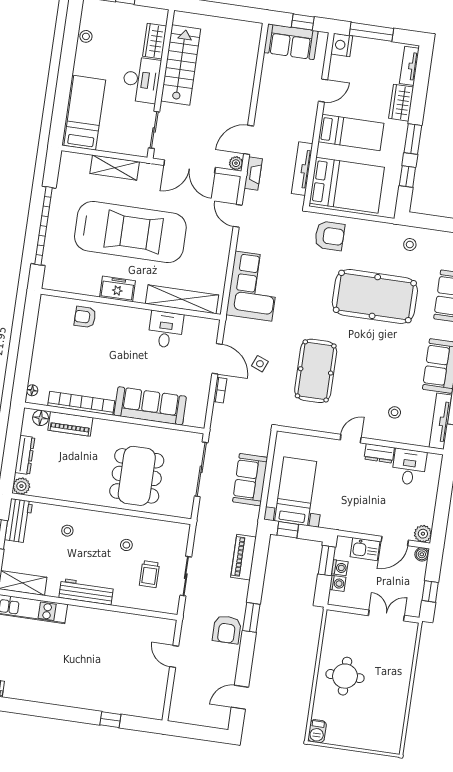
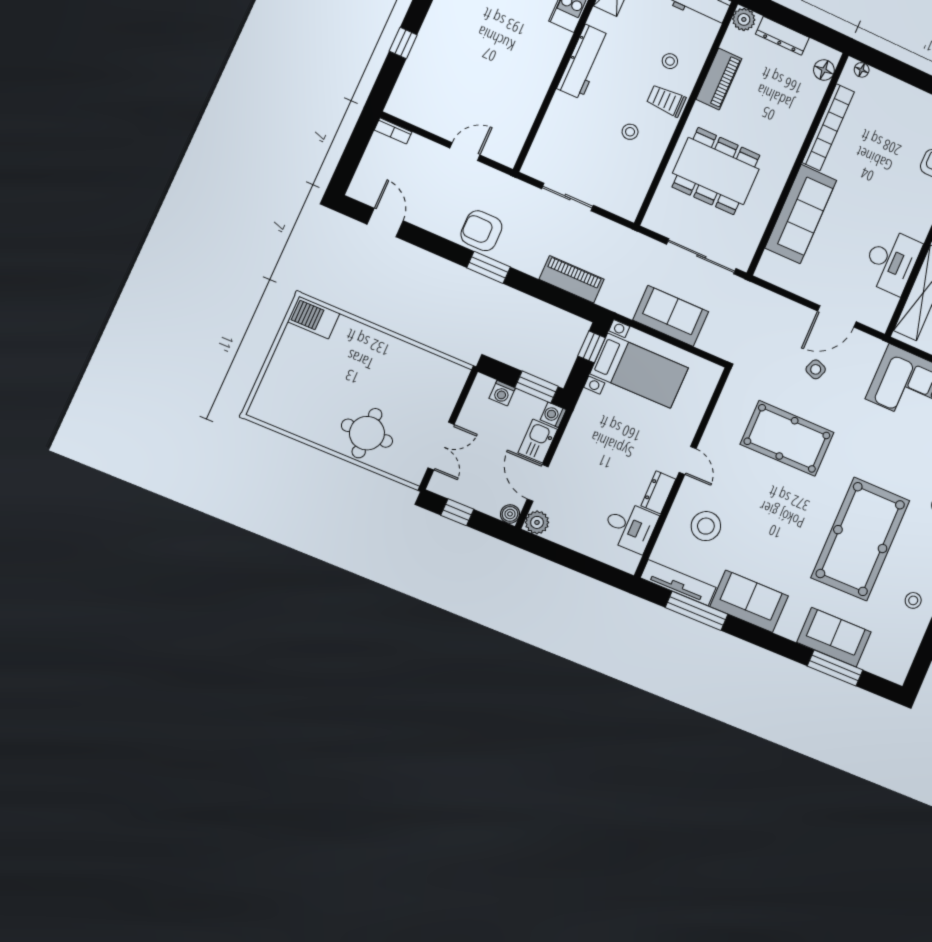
desk: (166, 330) -> (891, 261), width x1.37
bookcase: (220, 390) -> (393, 131), moved
stool: (395, 412) -> (706, 526), width x1.89, depth x1.89
piano: (70, 424) -> (719, 79), moved, turned 180
washing machine: (340, 568) -> (553, 415), moved, turned 90
trolley: (149, 574) -> (666, 101), moved
round table: (345, 676) -> (367, 433), moved
barbecue: (317, 731) -> (314, 318), width x1.38, depth x1.27

